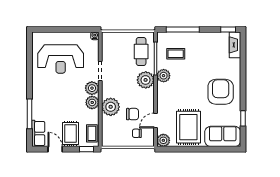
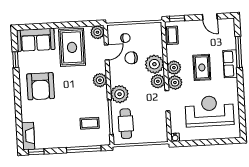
plant: (164, 76) -> (100, 80), moved
plant: (108, 90) -> (158, 81), added
row of seats: (38, 133) -> (230, 64), moved
rug: (70, 133) -> (202, 67), moved

